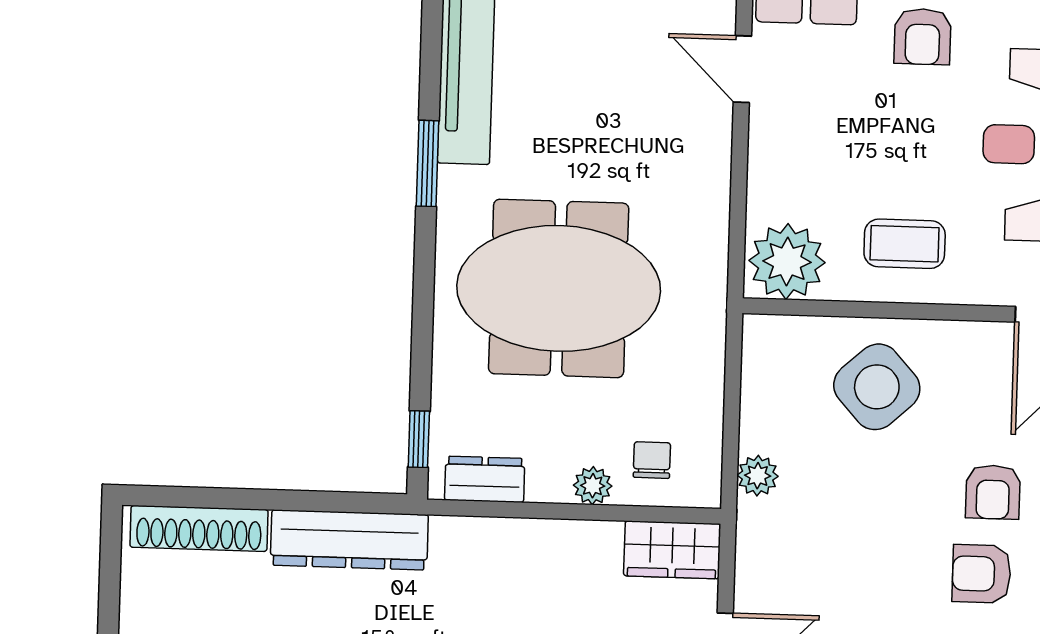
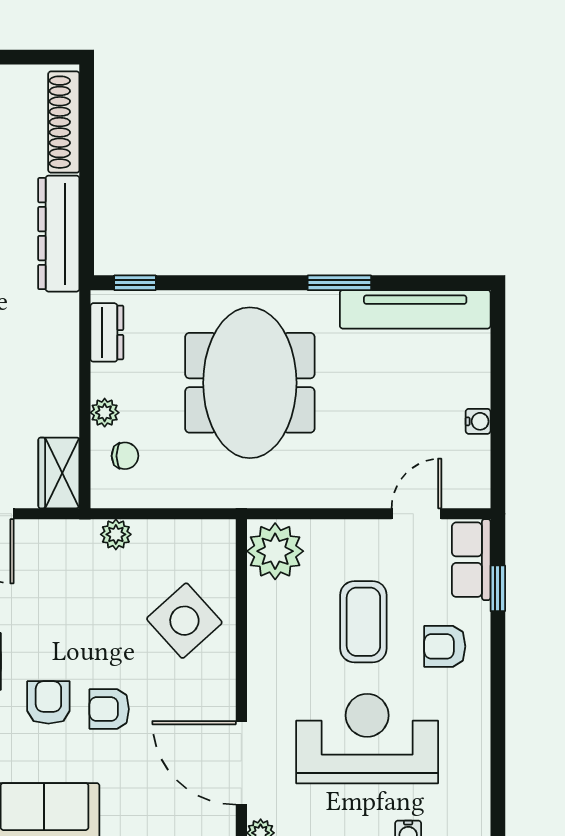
coffee table: (905, 244) -> (363, 622), moved, width x1.36, depth x1.30

